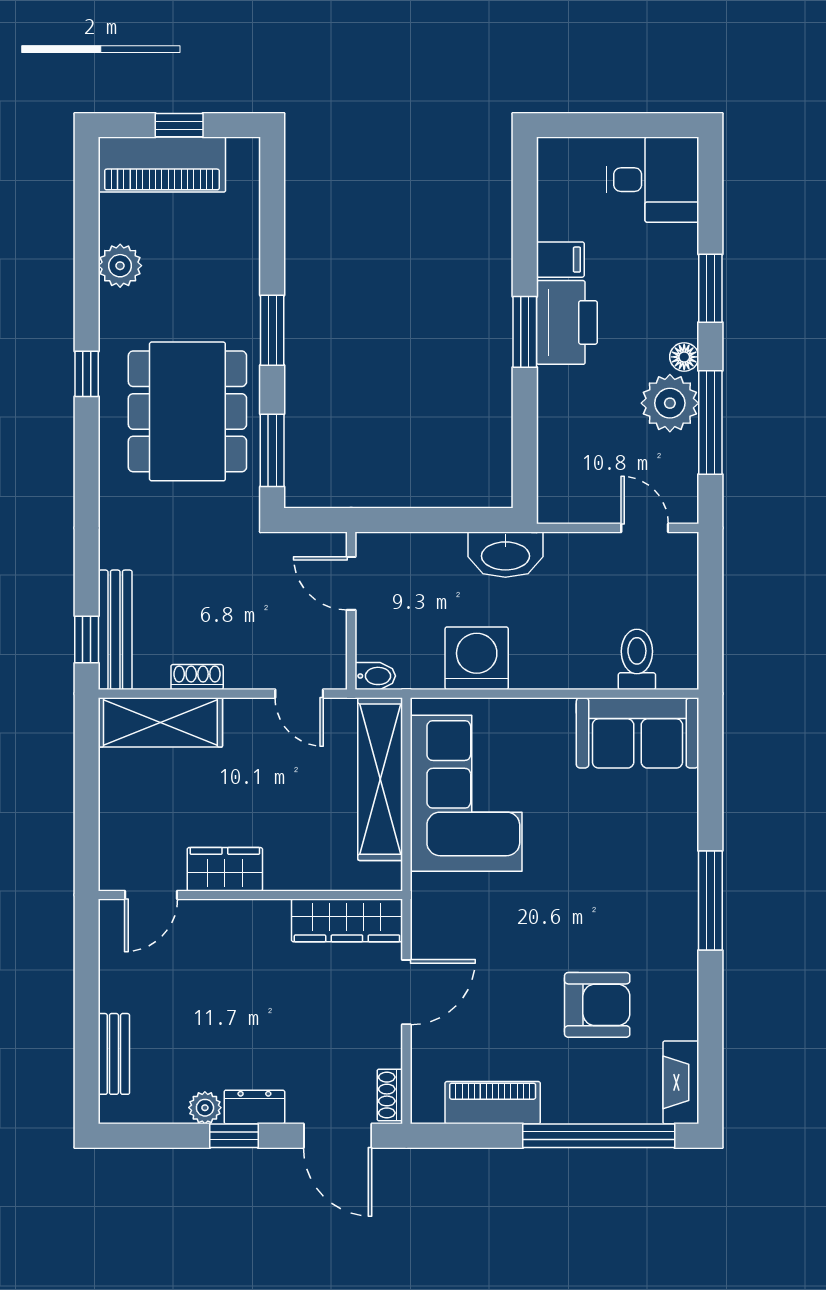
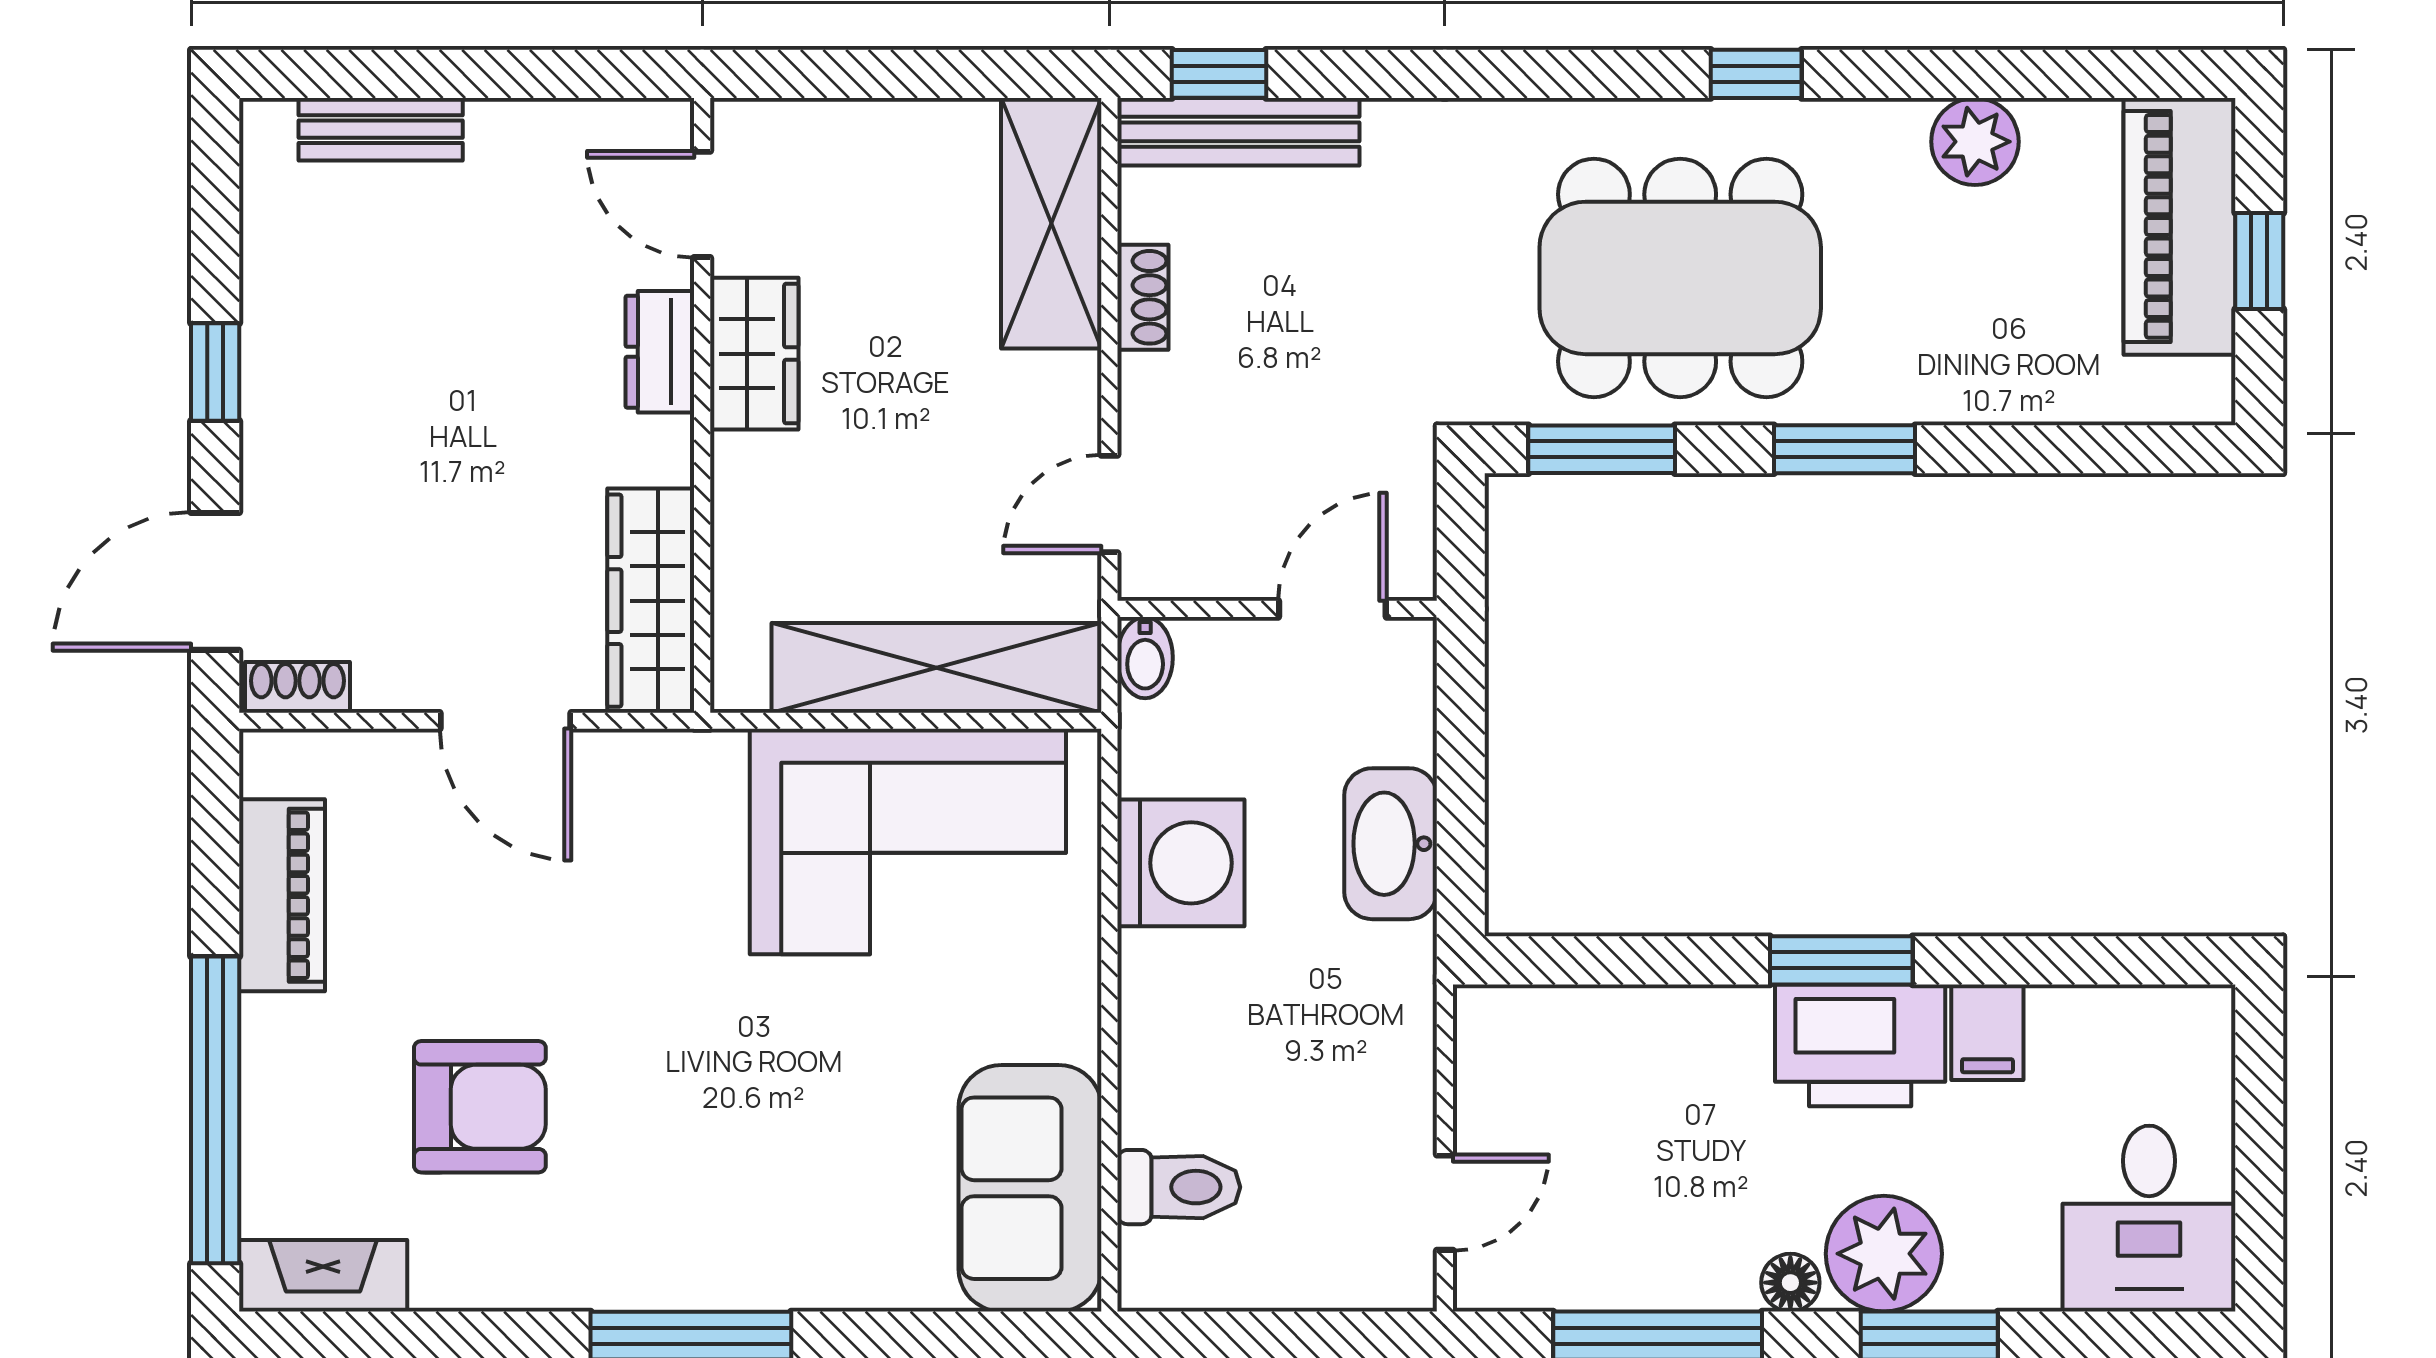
plant: (670, 403) -> (1884, 1254), moved
washbasin: (505, 555) -> (1391, 844), moved
armchair: (597, 1005) -> (480, 1107), turned -90
dresser: (254, 1107) -> (660, 352), moved, turned 180
plant: (205, 1108) -> (272, 313), removed

